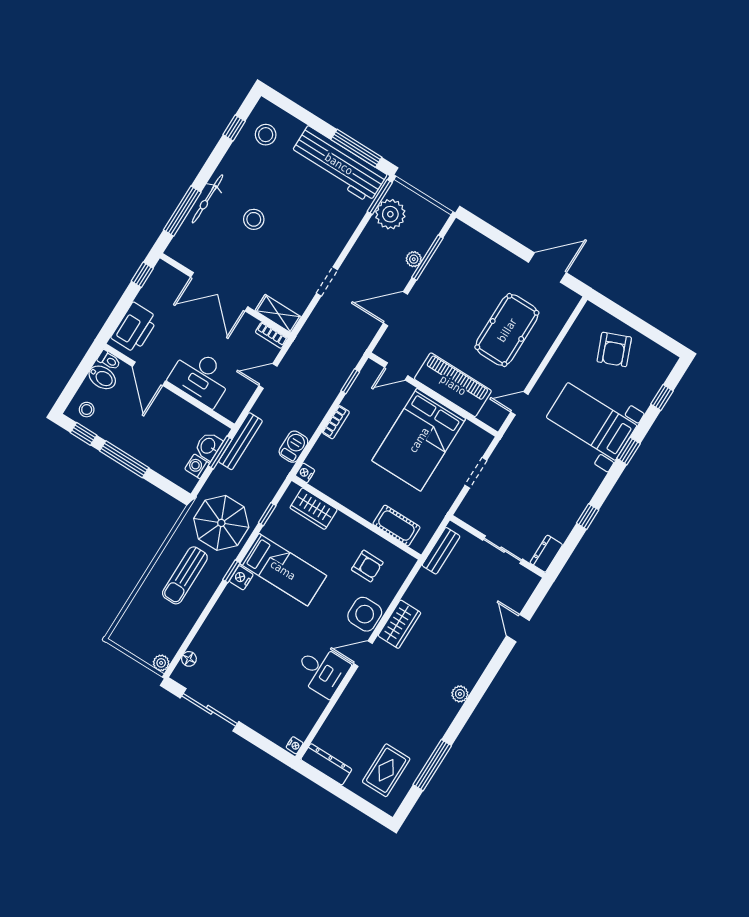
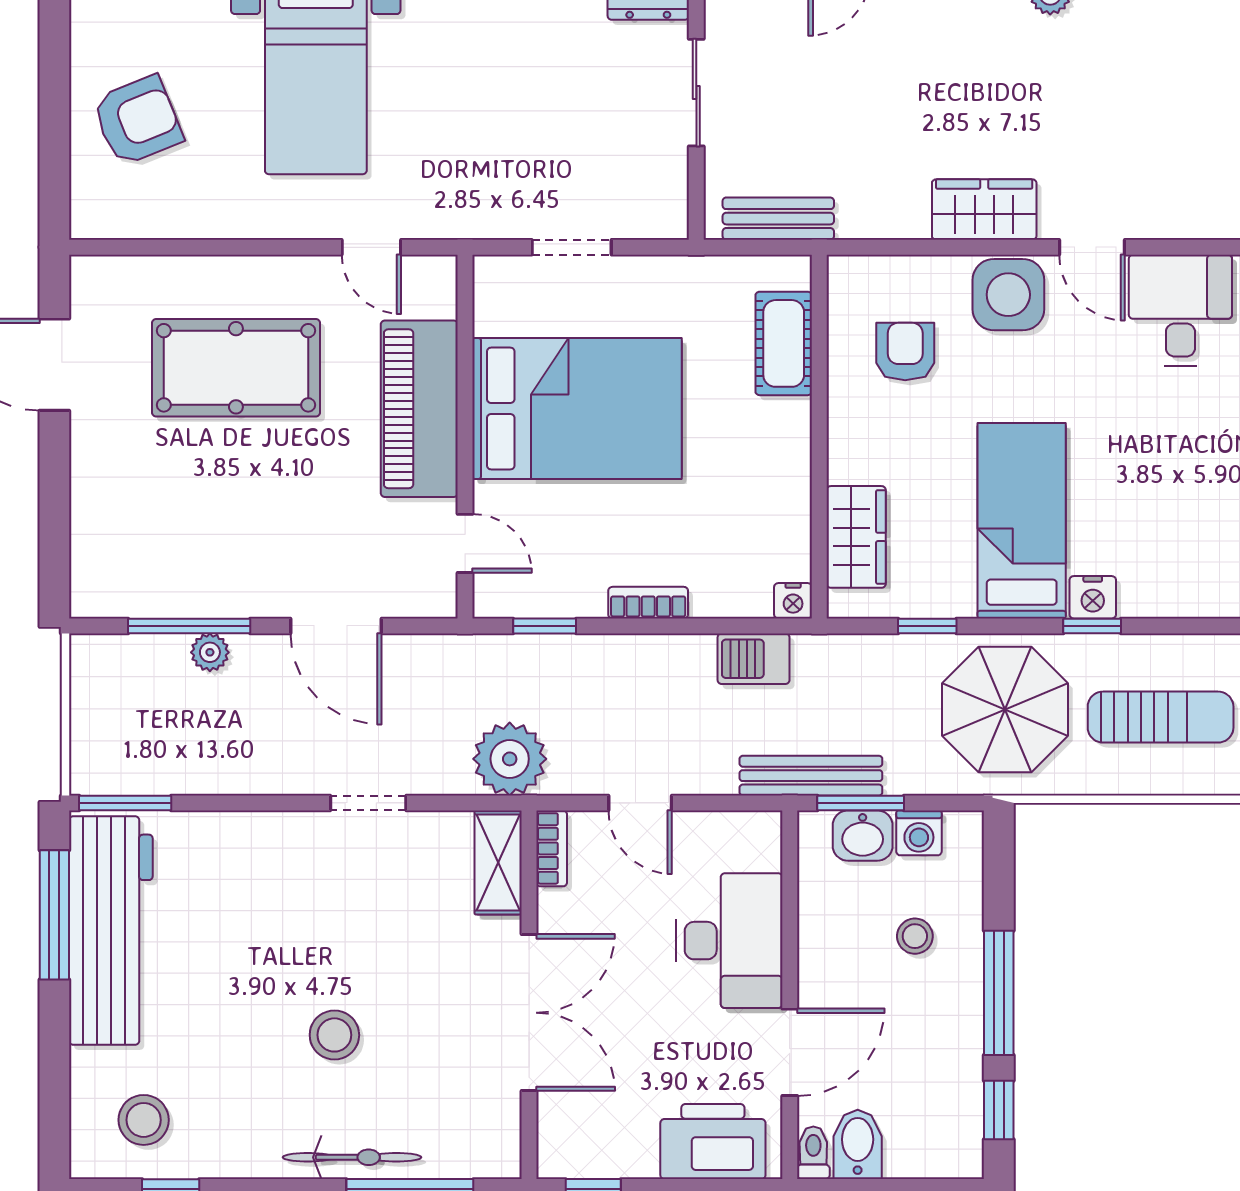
plant: (390, 214) -> (510, 759), moved
stool: (87, 410) -> (915, 936), moved

